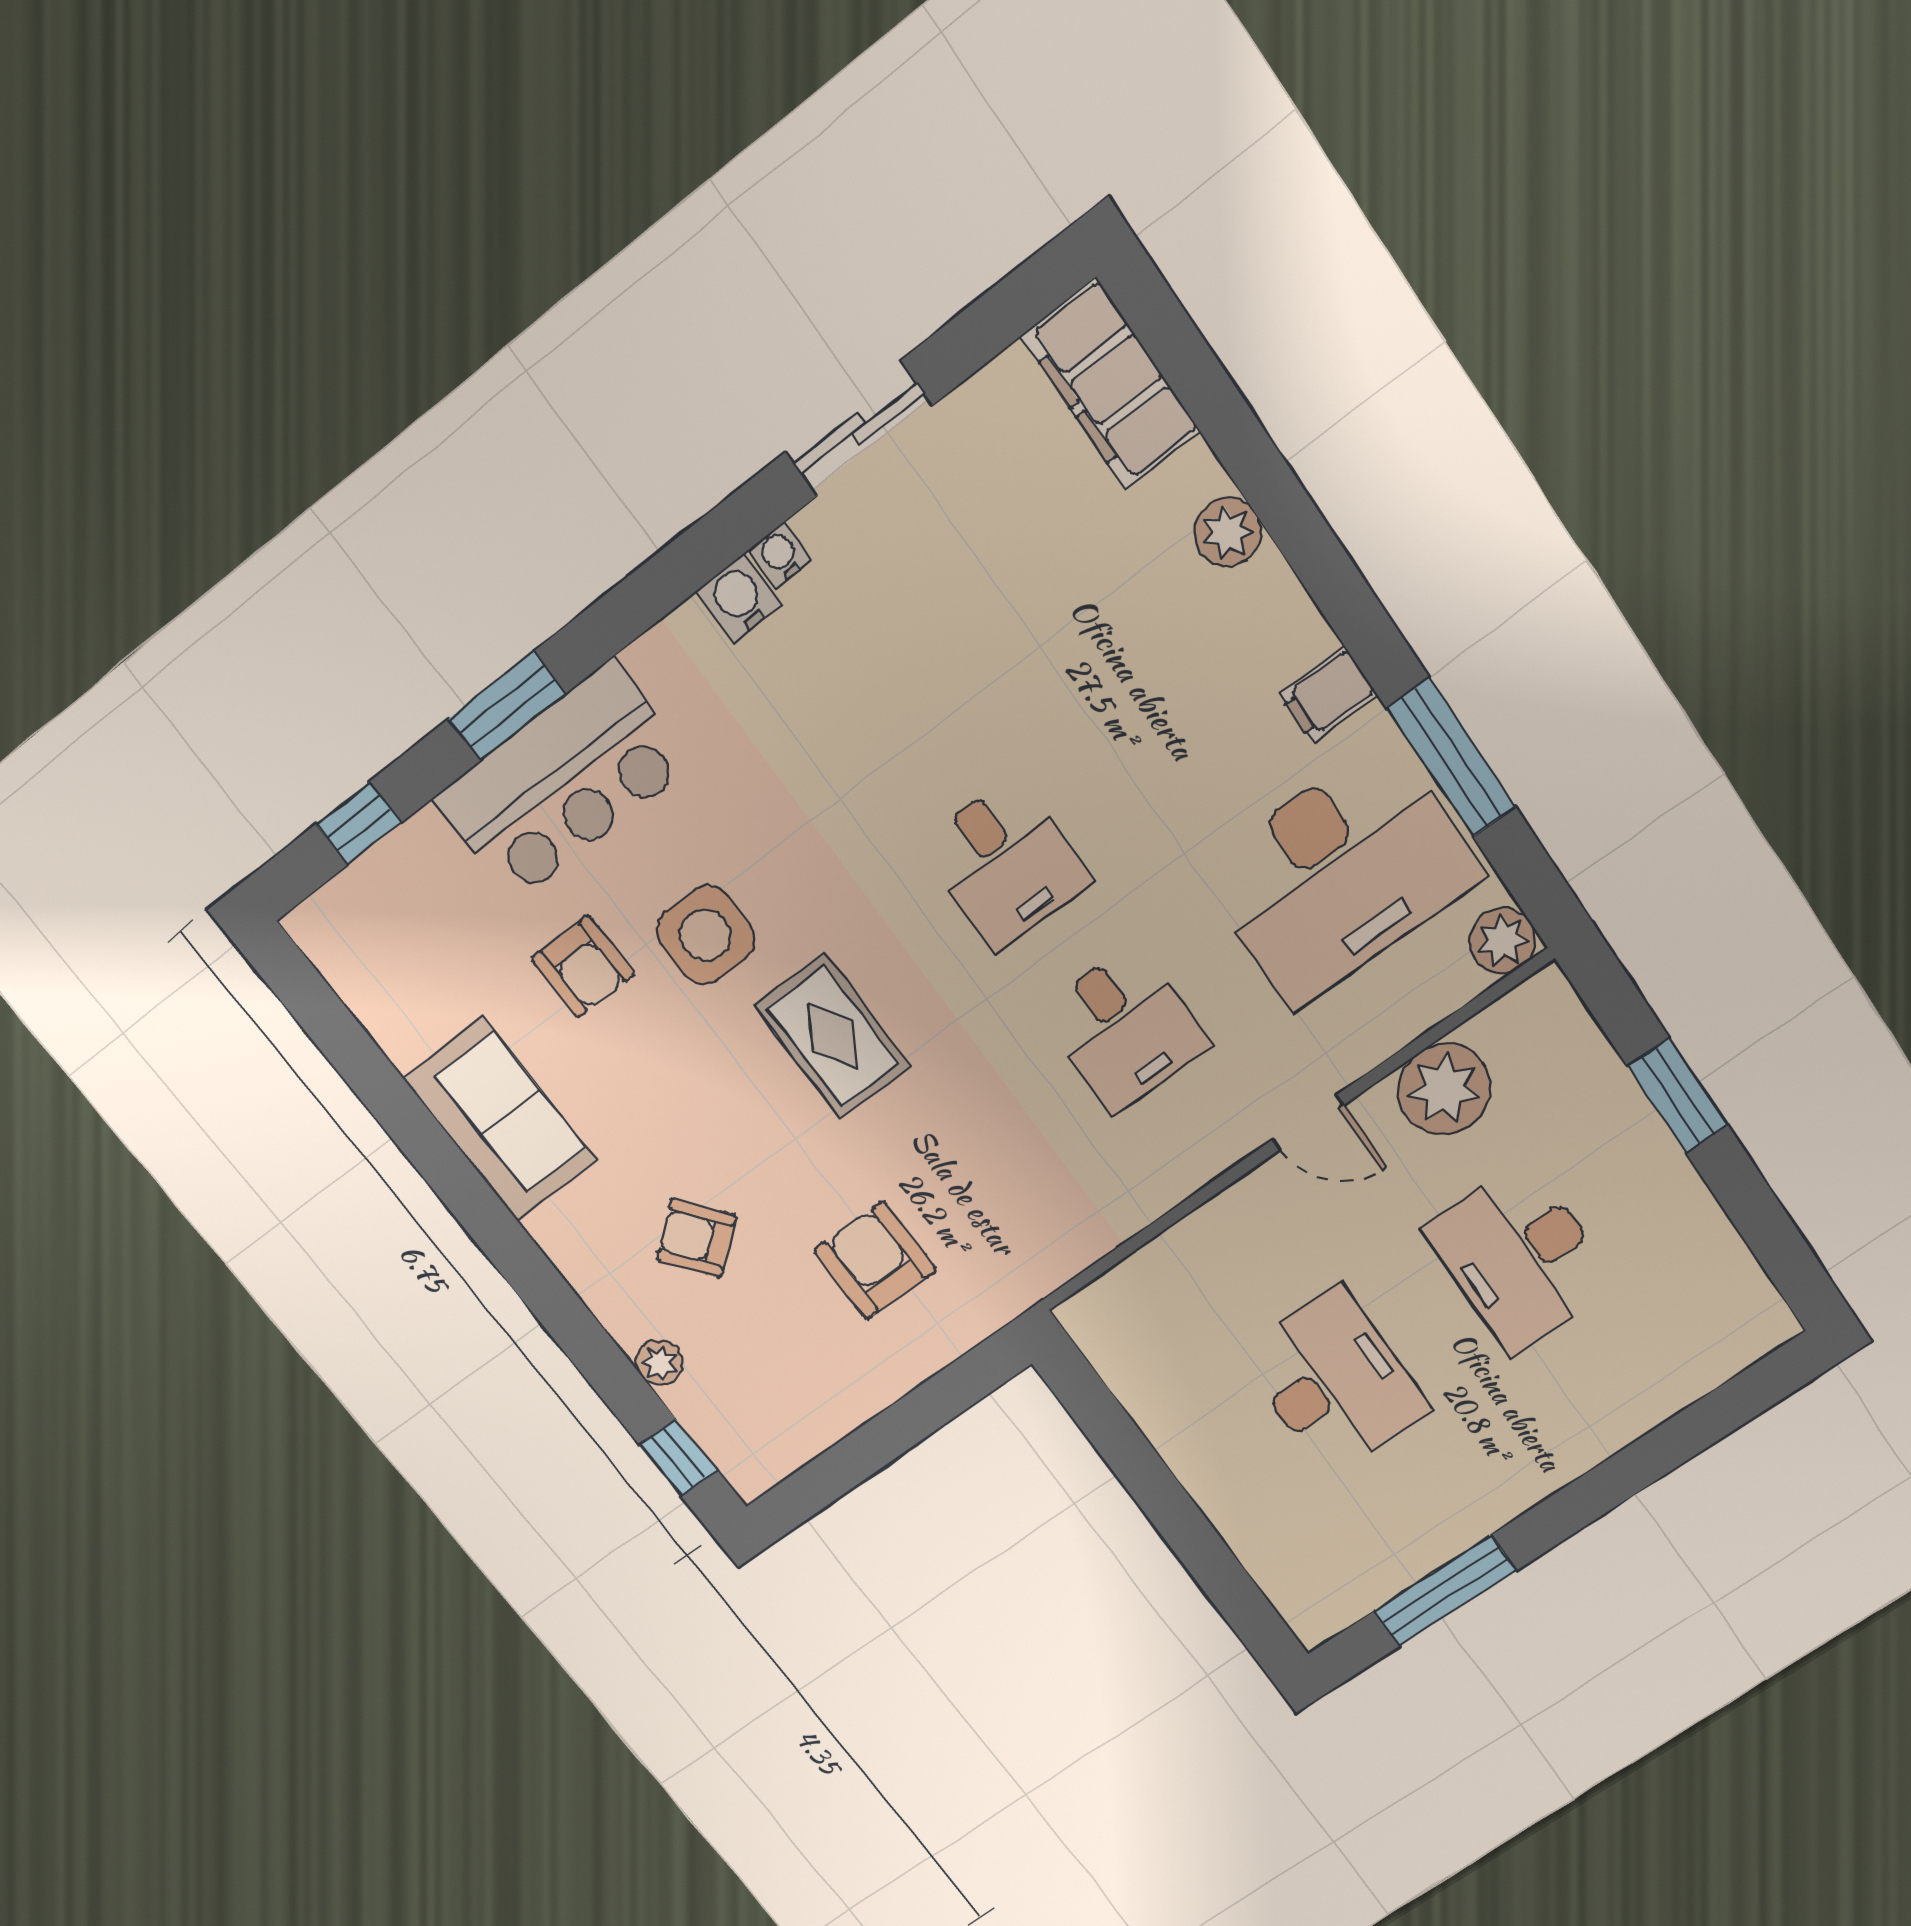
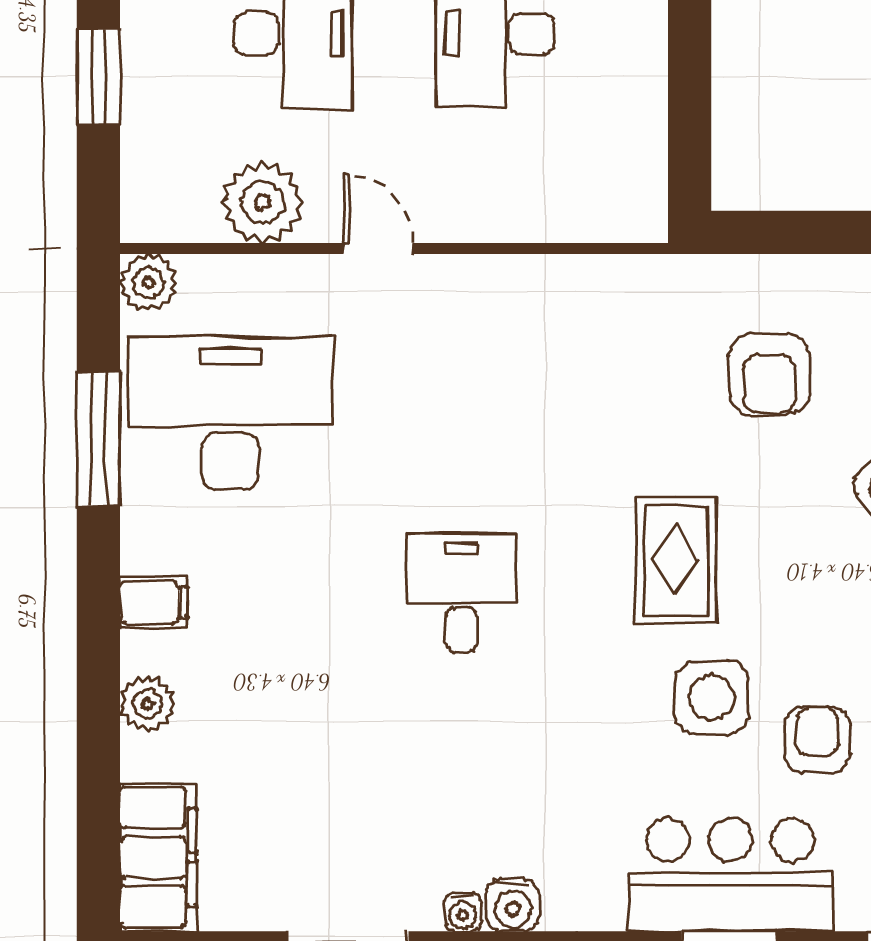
filing cabinet: (1329, 694) -> (154, 602), moved
desk: (1125, 1028) -> (461, 414), removed

